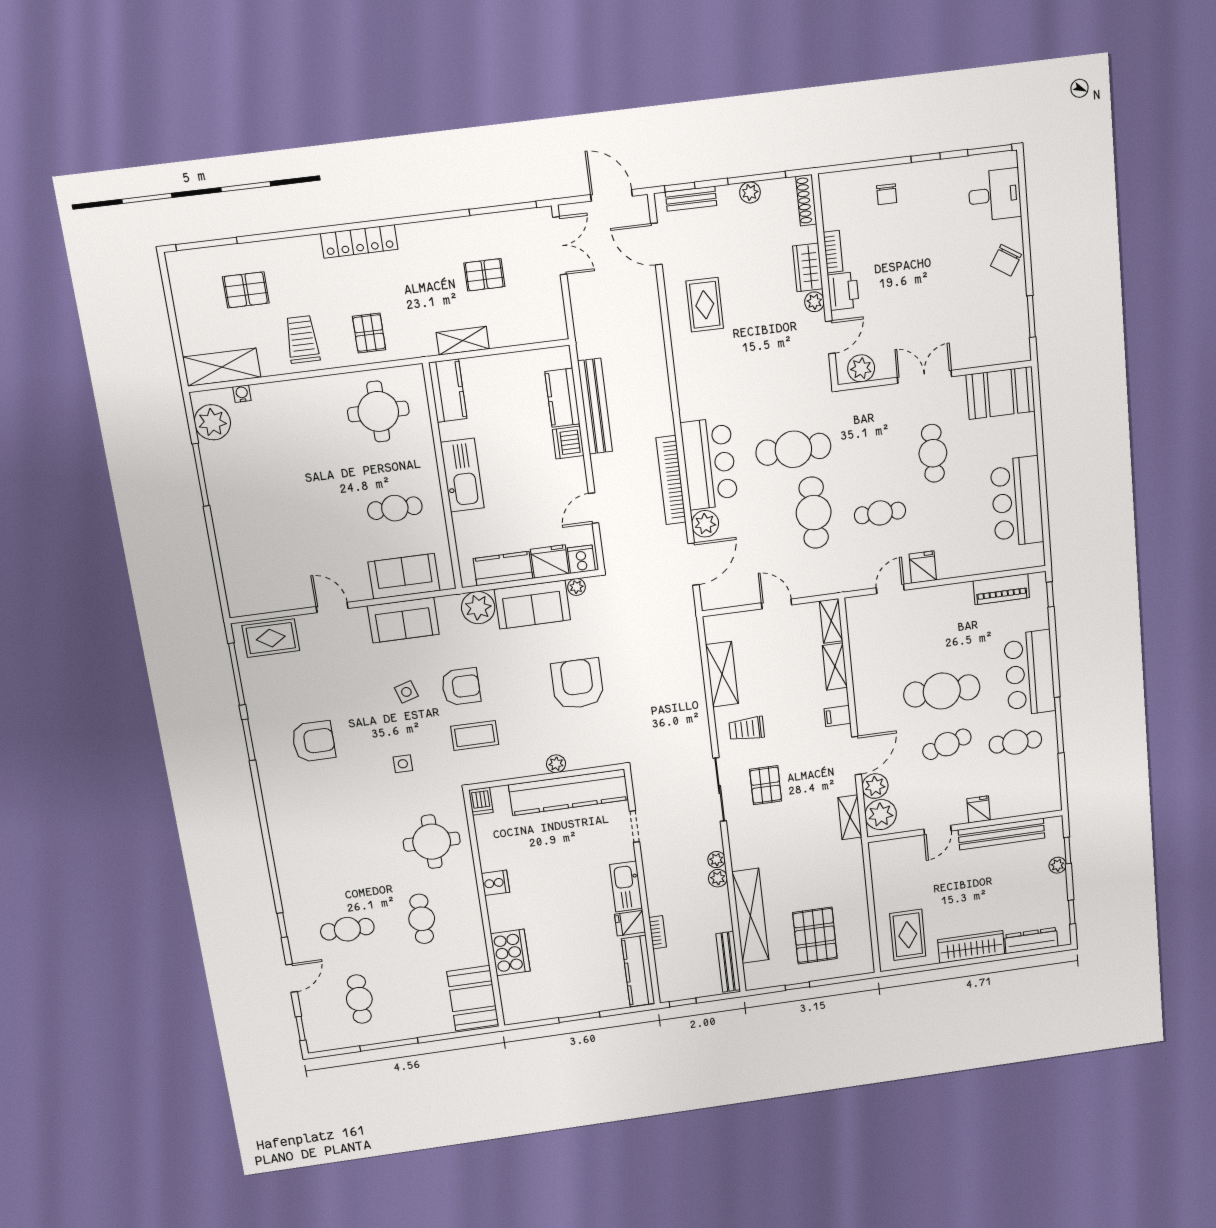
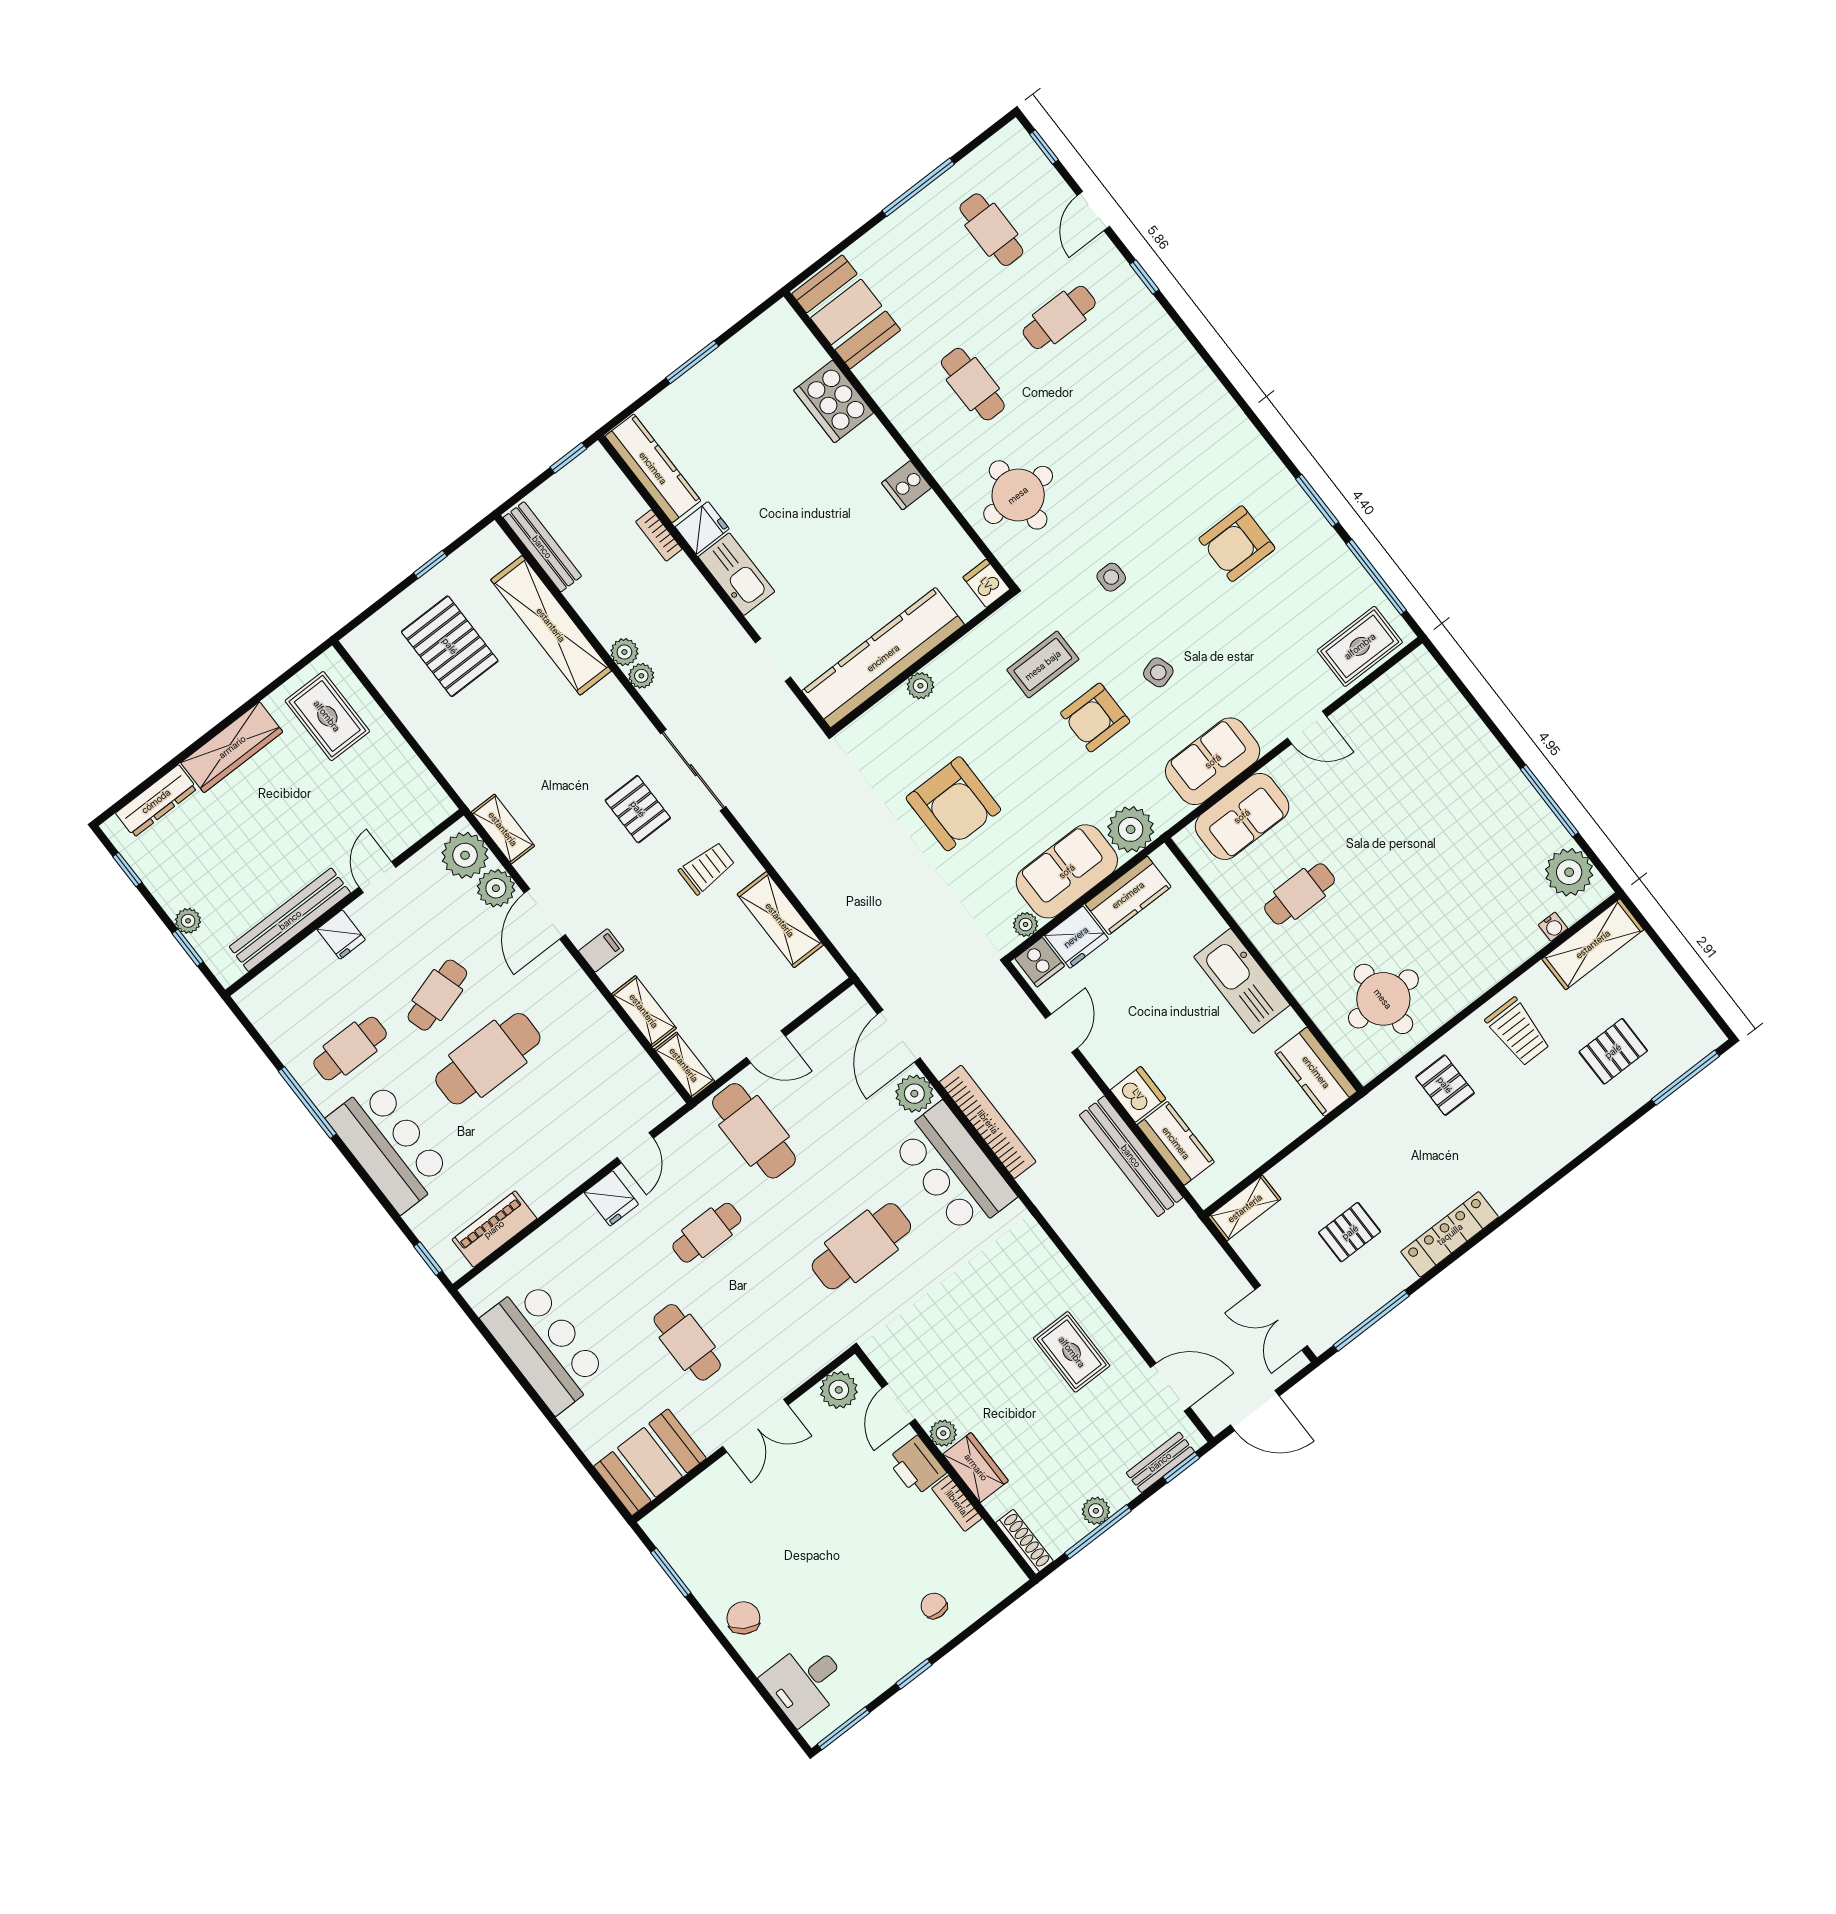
locker: (359, 241) -> (1450, 1234), moved
shelving: (463, 341) -> (1245, 1208), moved
cafe table: (814, 513) -> (754, 1131), moved

